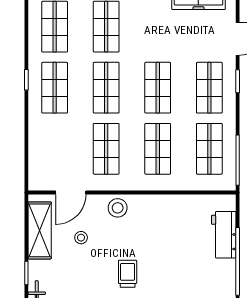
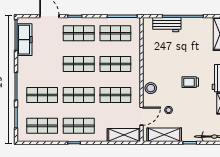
shelving: (39, 163) -> (124, 135), added
door: (71, 192) -> (141, 116), hinge flipped

